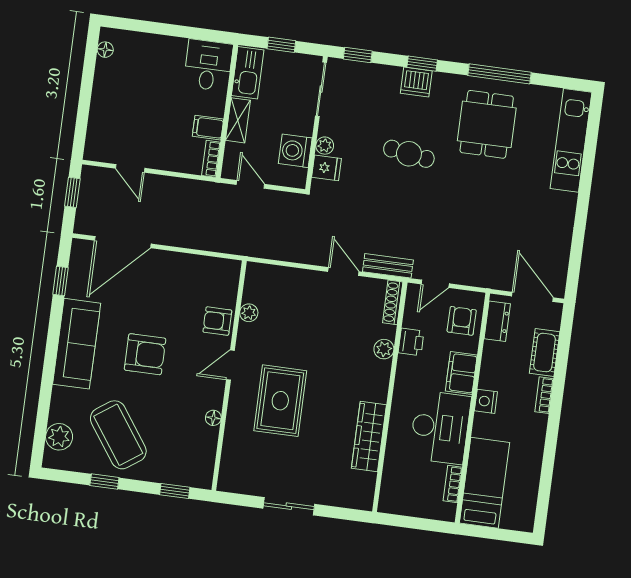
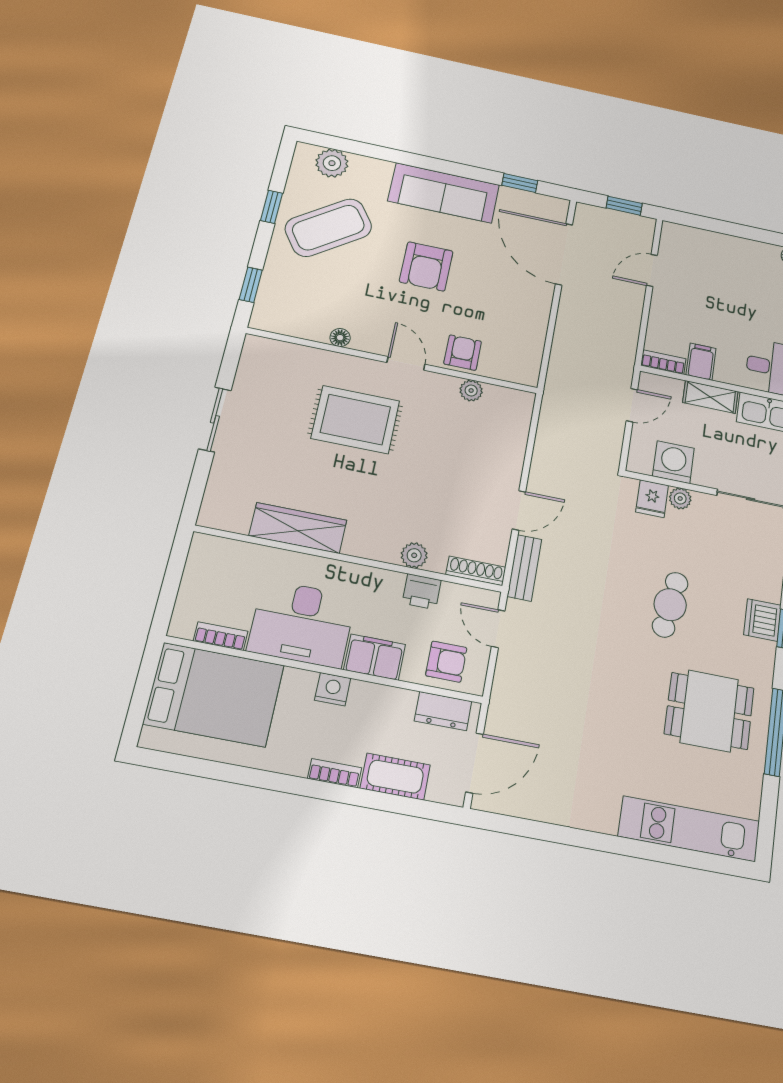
bed: (485, 483) -> (214, 694), width x1.50

